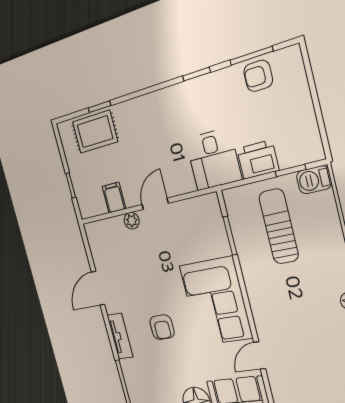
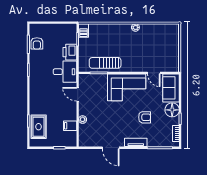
door: (155, 204) -> (78, 94), moved
sun lounger: (279, 226) -> (105, 63), moved
armchair: (162, 327) -> (145, 117), moved

